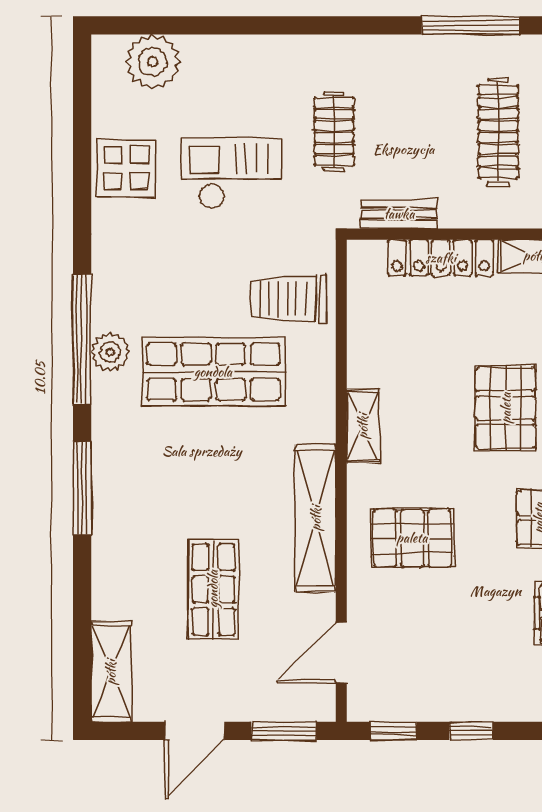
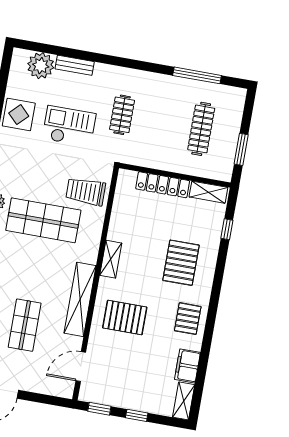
bench: (399, 214) -> (75, 65), moved
window: (284, 731) -> (46, 399), removed

